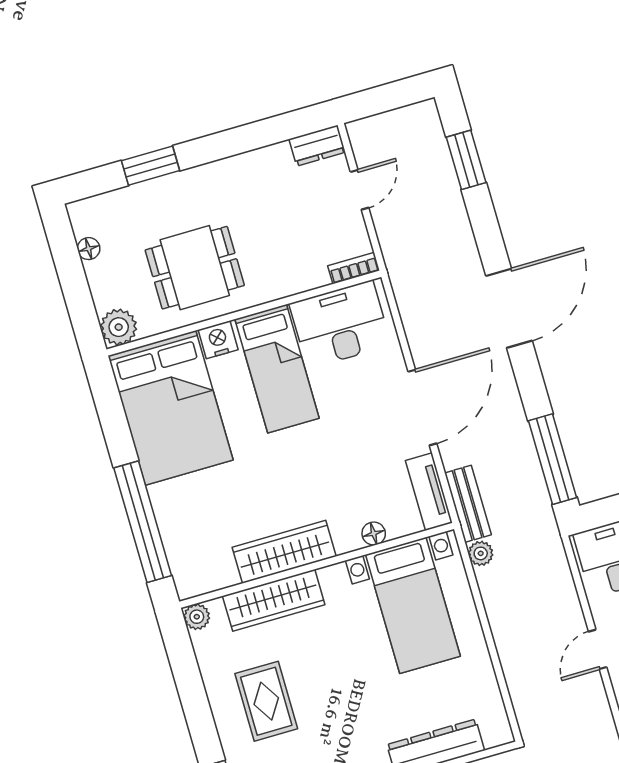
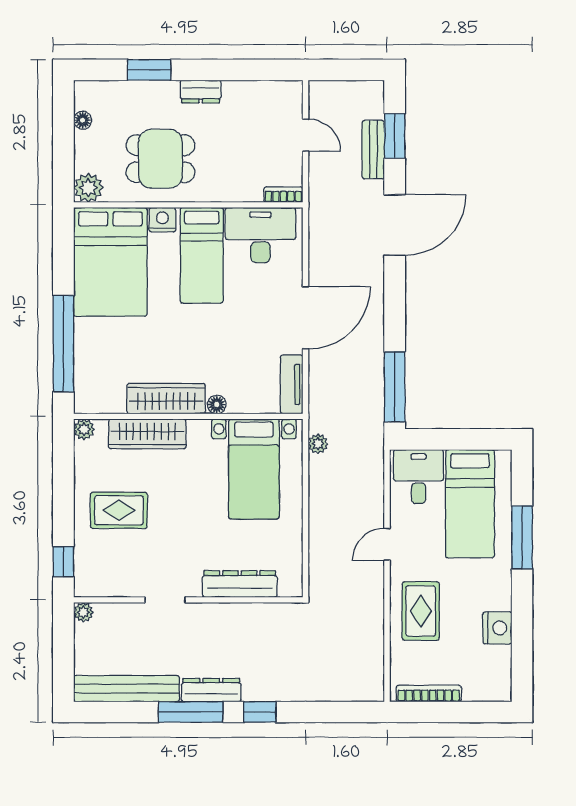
dresser: (317, 146) -> (201, 92), moved
door: (360, 190) -> (305, 135), hinge flipped
door: (509, 308) -> (395, 225), moved
bench: (468, 504) -> (373, 150), moved
floor lamp: (374, 534) -> (217, 405), moved
rug: (266, 701) -> (119, 510), turned 90

